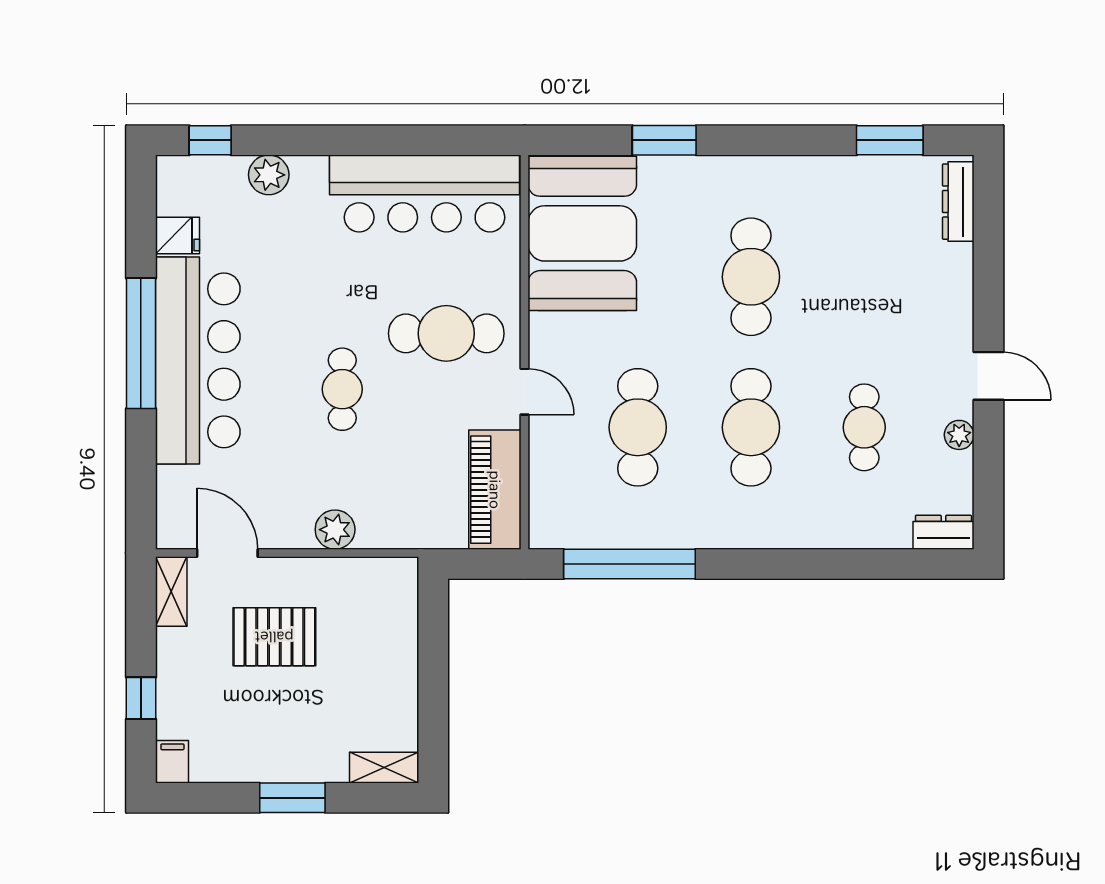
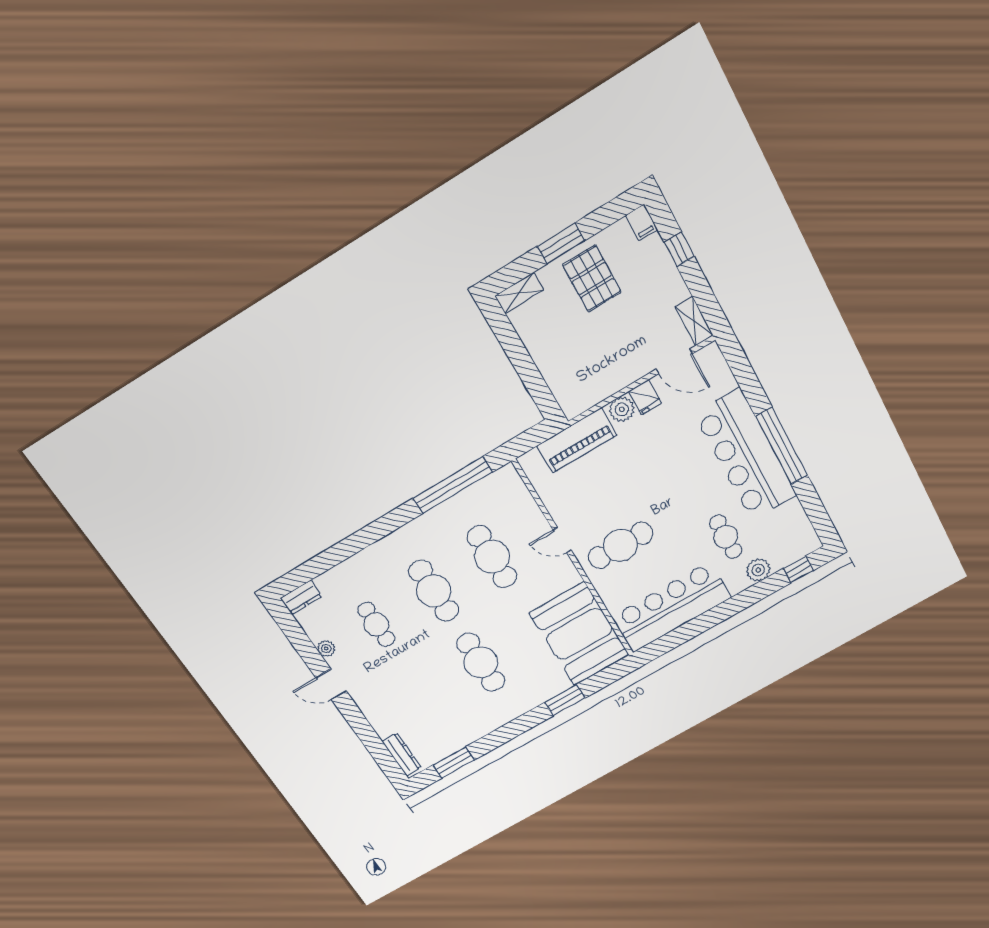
fridge: (177, 235) -> (645, 397), moved, turned -90
cafe table: (342, 389) -> (726, 537), moved
piano: (495, 490) -> (577, 440), moved, turned 90
pallet: (274, 637) -> (592, 279), moved, turned 90

